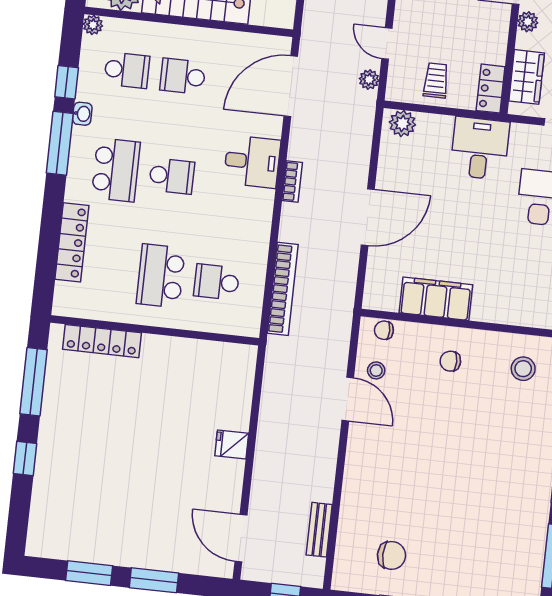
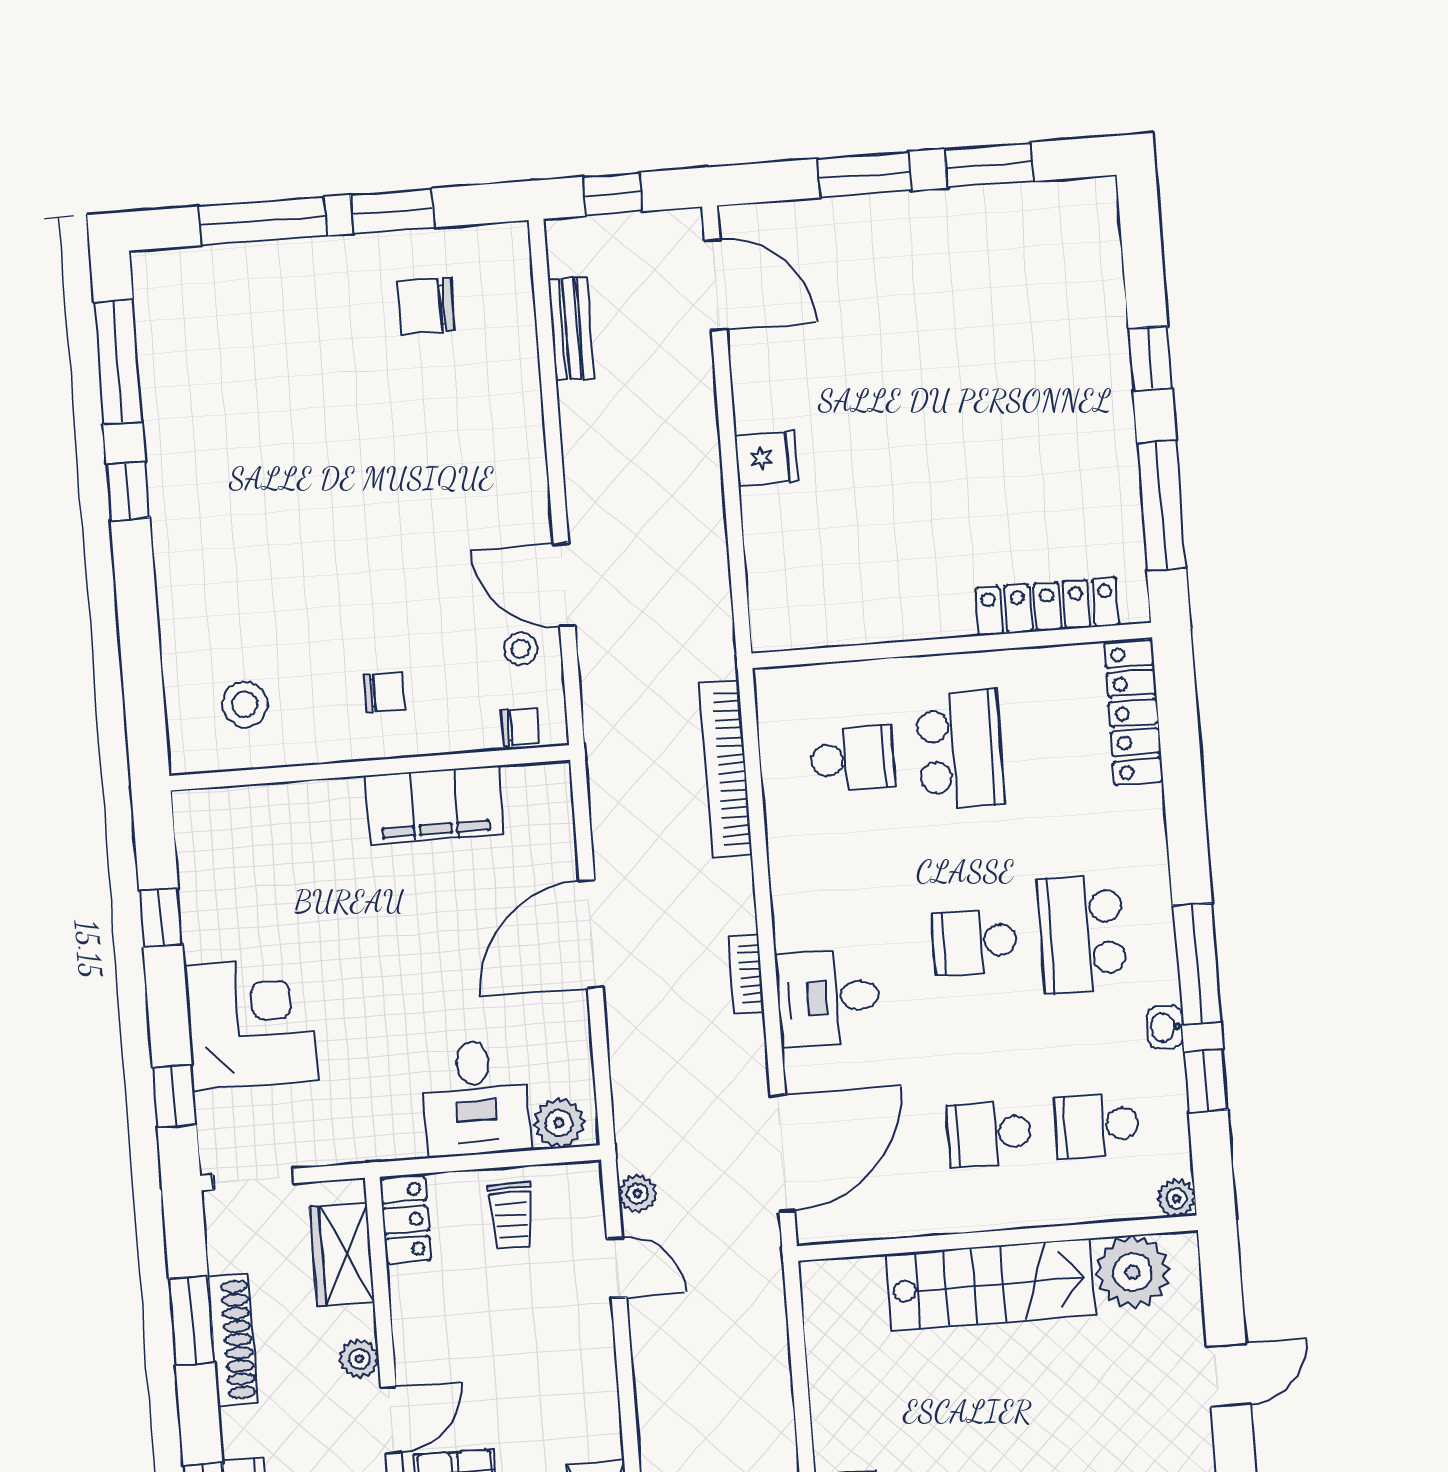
school desk: (183, 76) -> (989, 1133), turned 180
desk: (480, 148) -> (475, 1098), moved
locker: (72, 242) -> (1134, 713), moved

